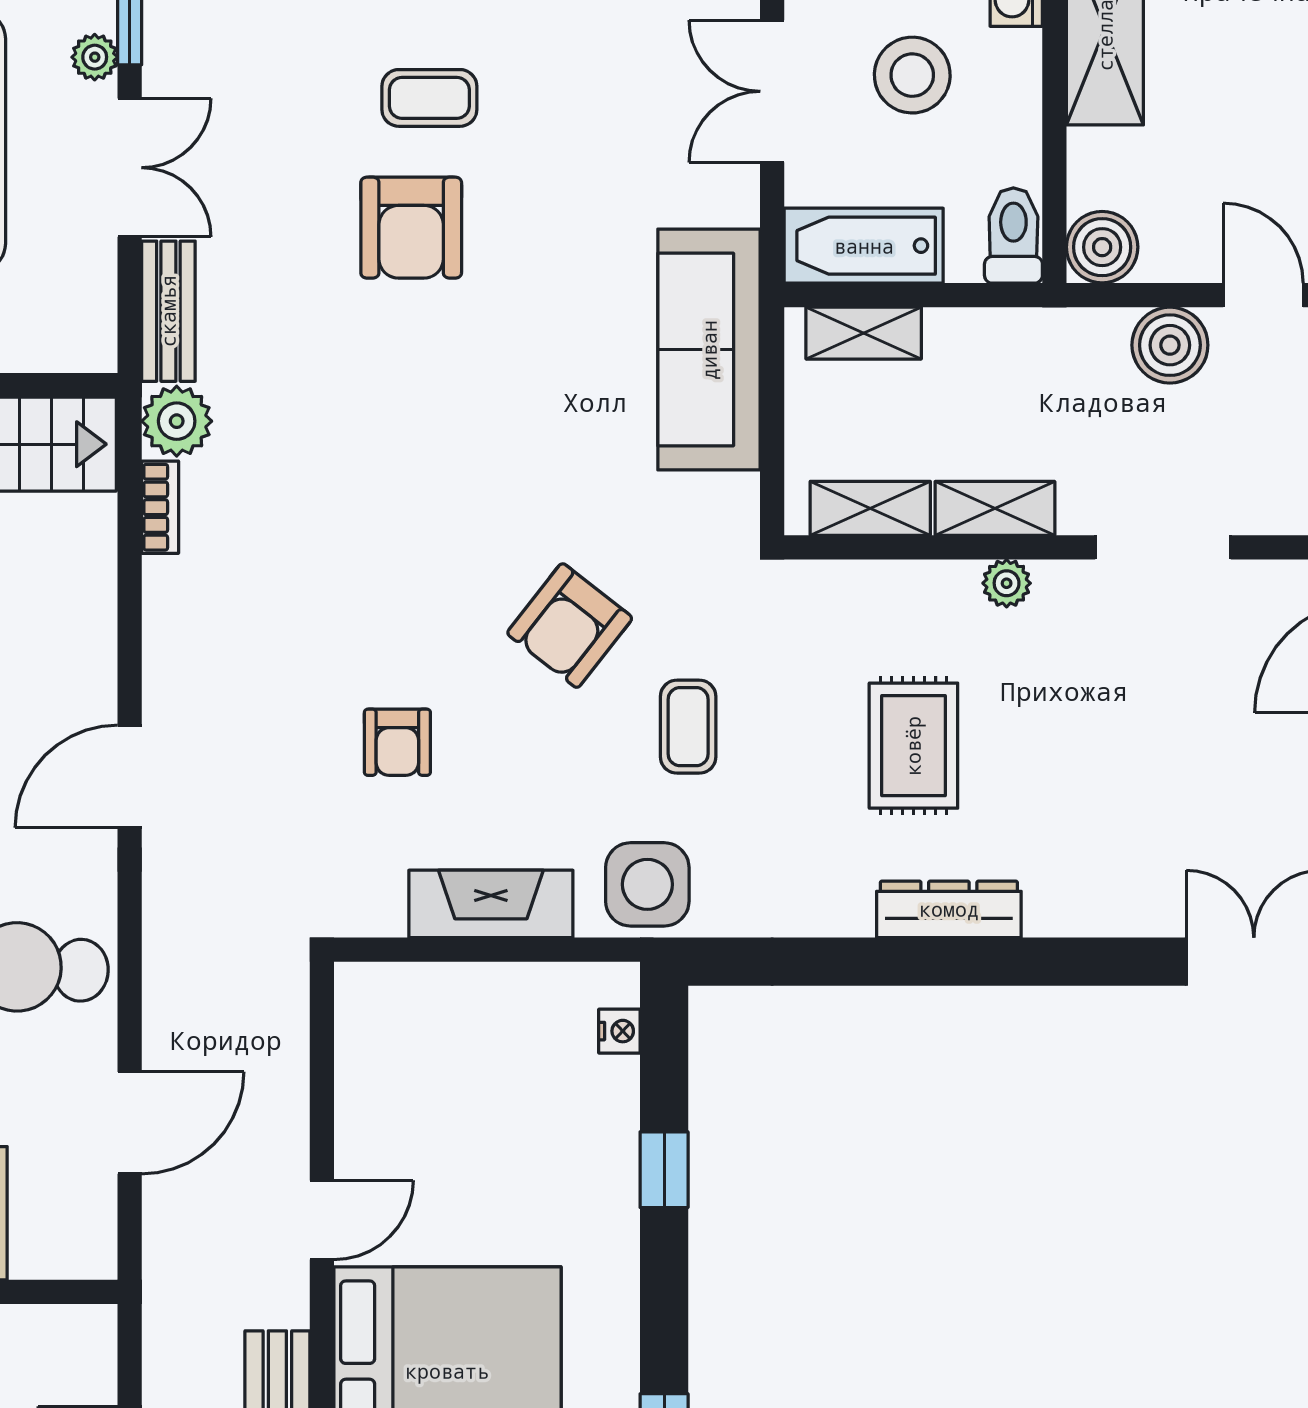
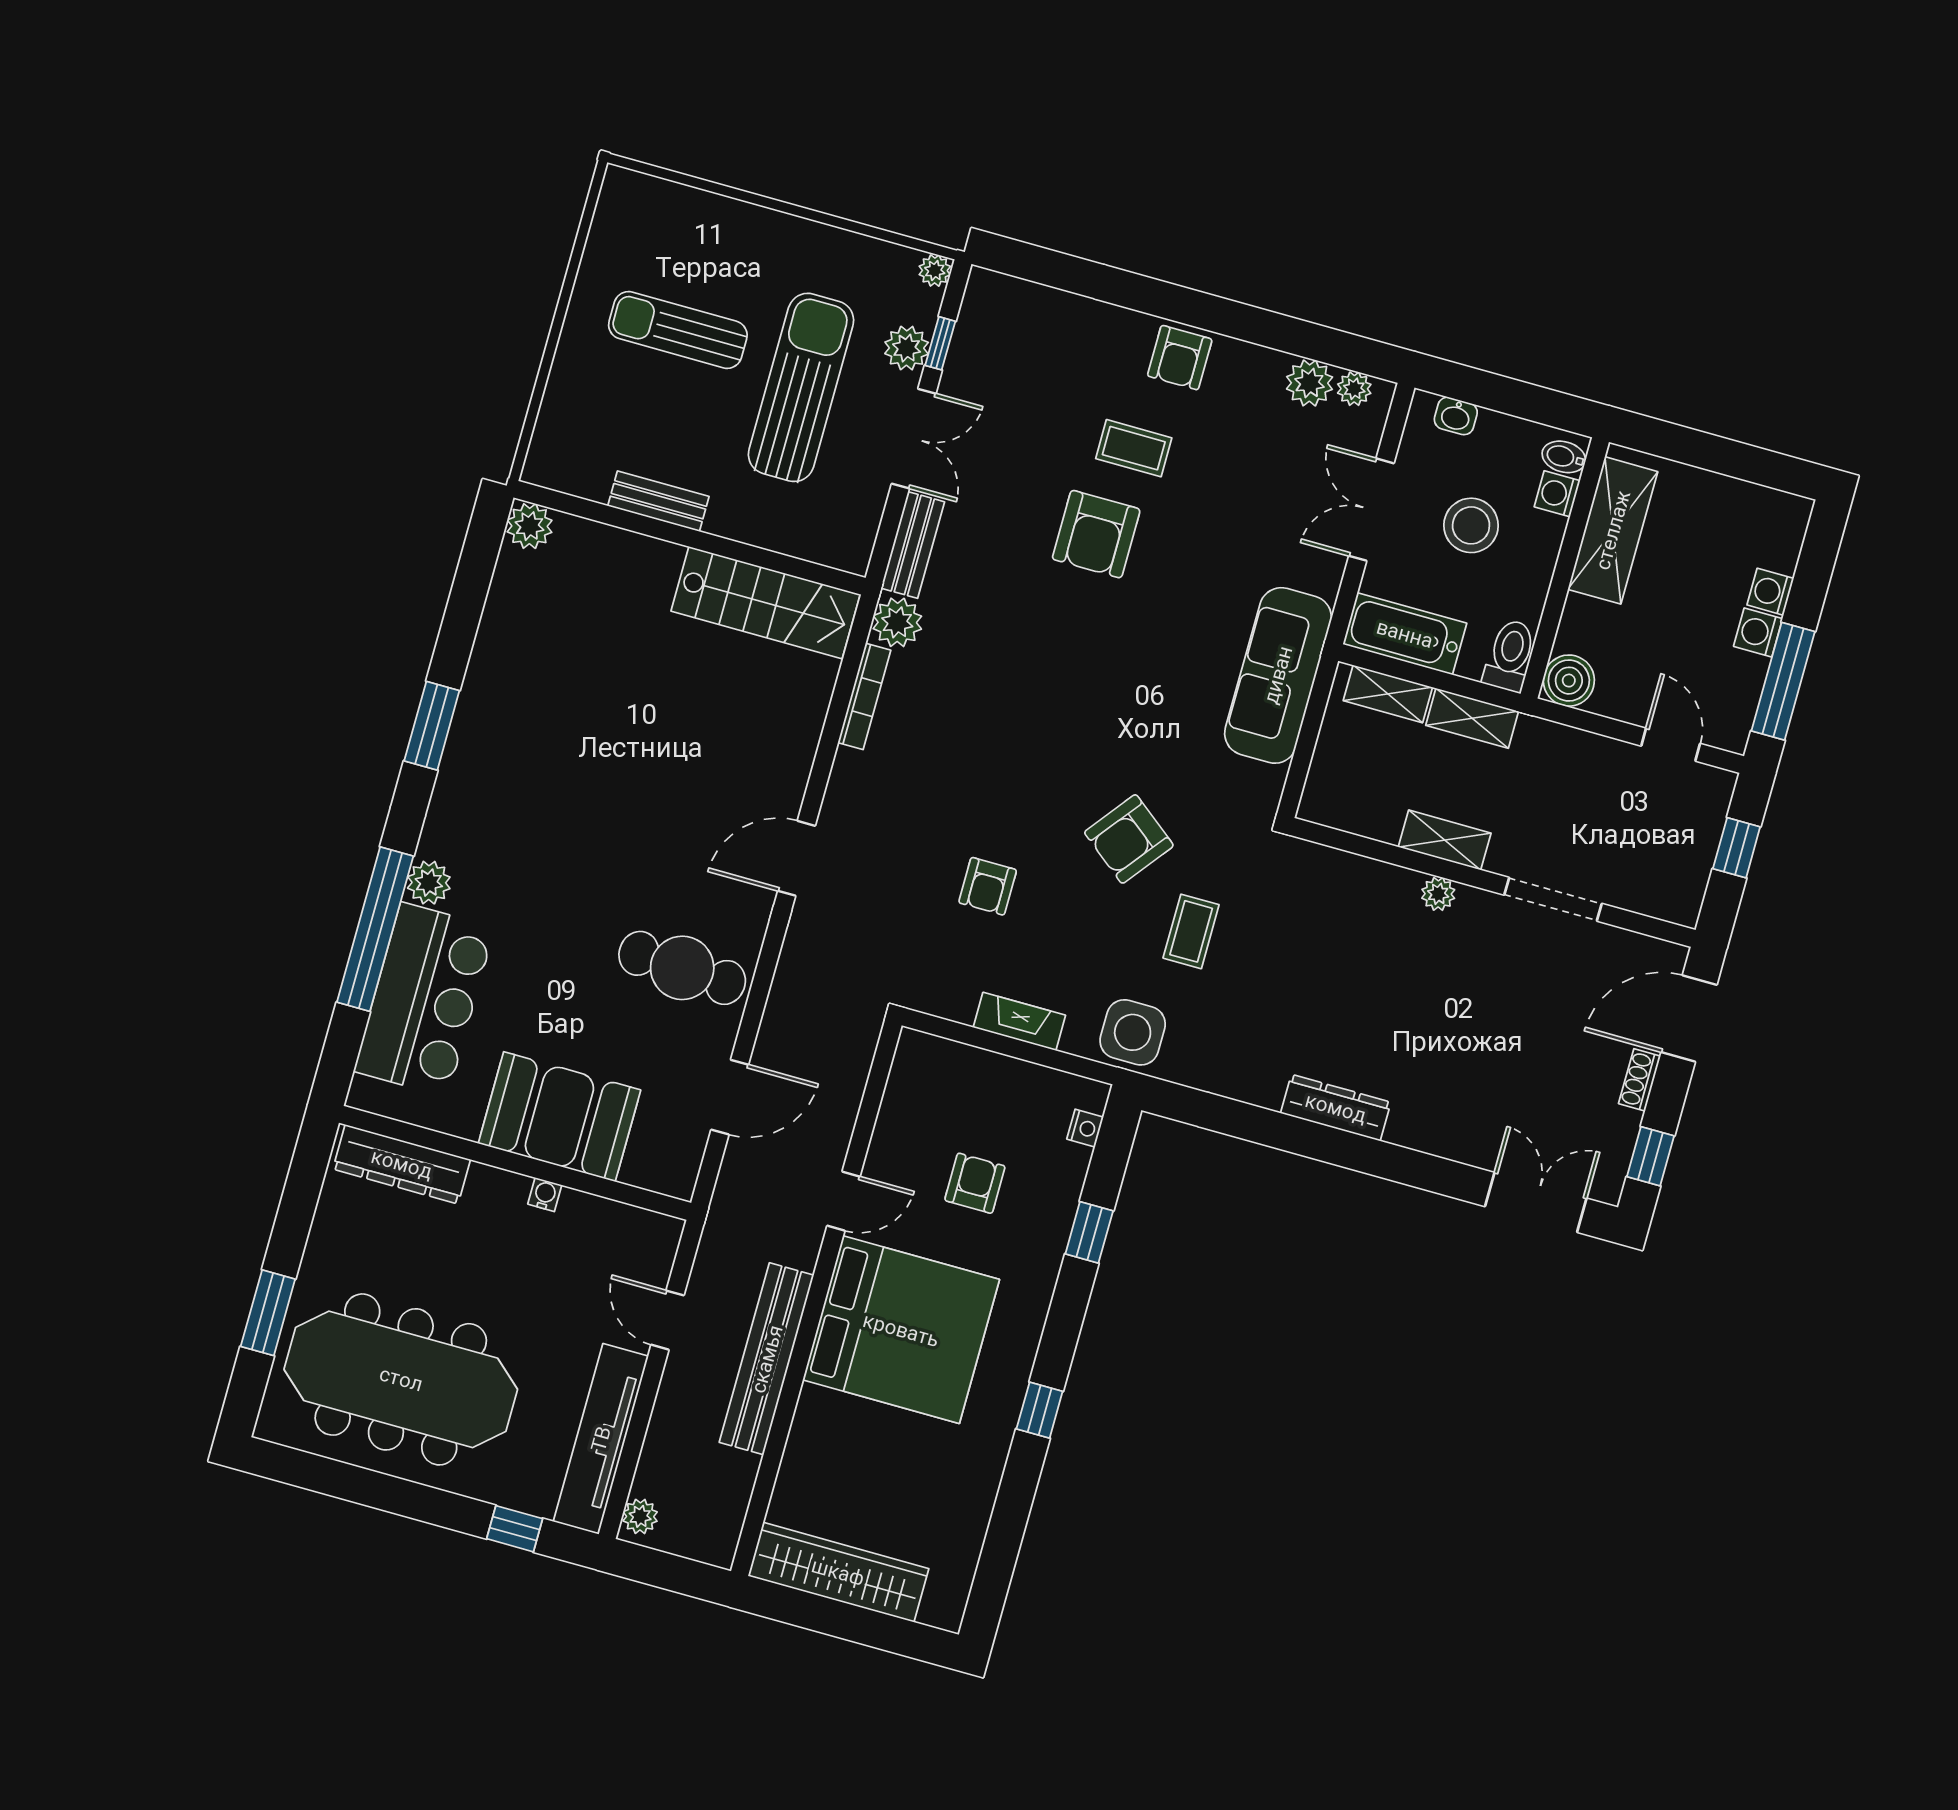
plant: (95, 57) -> (907, 348), width x1.38, depth x1.38
boiler: (1170, 345) -> (1597, 761), removed
bookcase: (160, 507) -> (864, 696), width x1.56
shelving: (870, 508) -> (1472, 718), moved
rug: (913, 746) -> (1343, 988), removed
fireplace: (491, 904) -> (1019, 1021), width x0.73, depth x0.76
armchair: (492, 1147) -> (975, 1183), added

